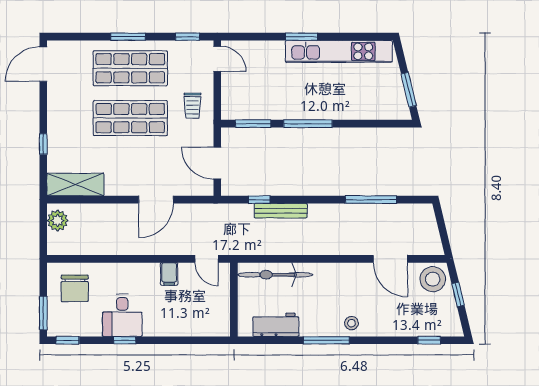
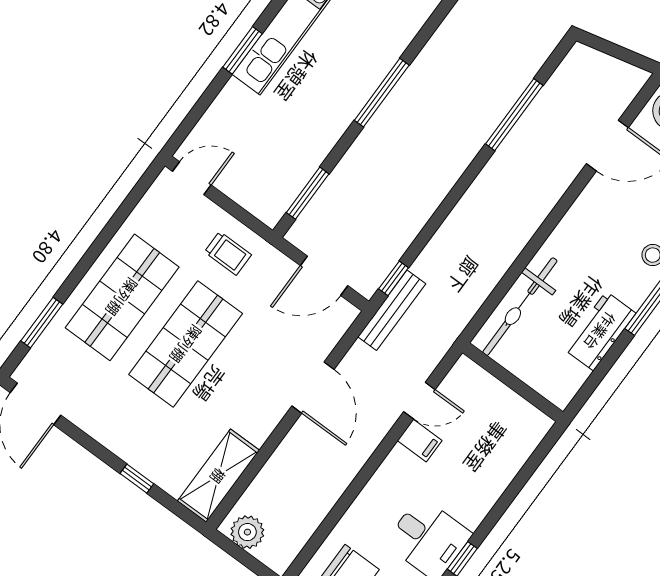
window: (128, 37) -> (42, 323), moved
window: (187, 37) -> (136, 195), removed
window: (308, 124) -> (382, 93), moved
window: (259, 200) -> (394, 278), moved
bench: (281, 211) -> (392, 310), moved
door: (206, 259) -> (419, 401), moved
workbench: (276, 325) -> (600, 331), moved

